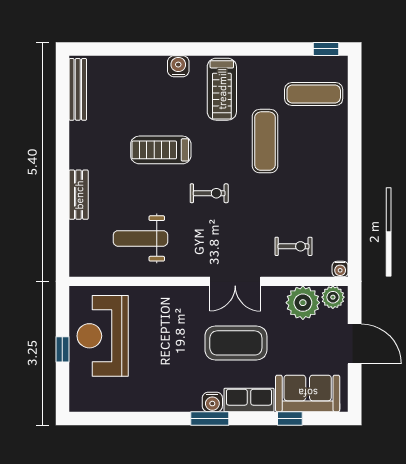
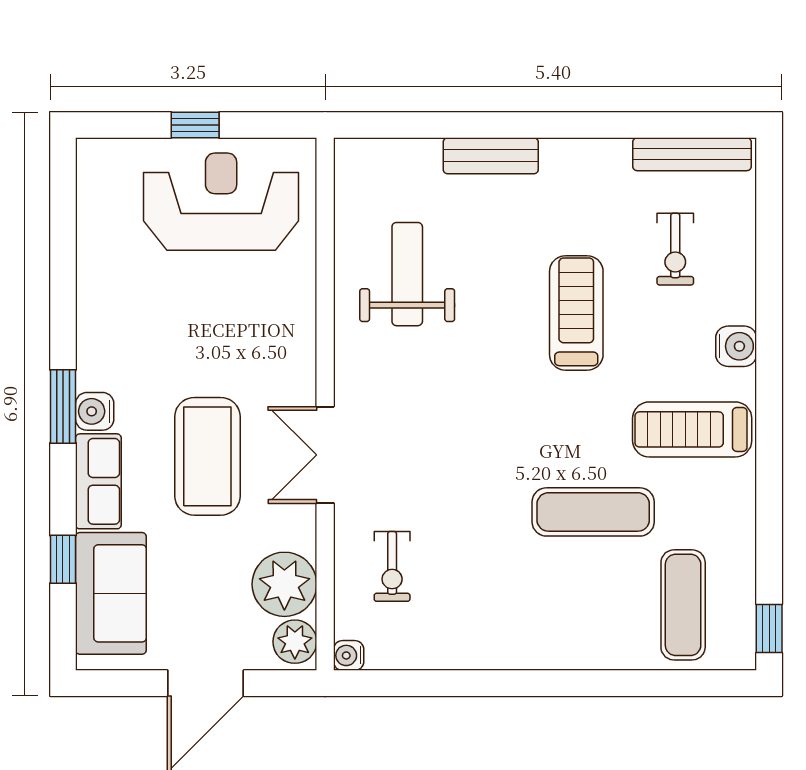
exercise bike: (209, 193) -> (675, 249), moved

